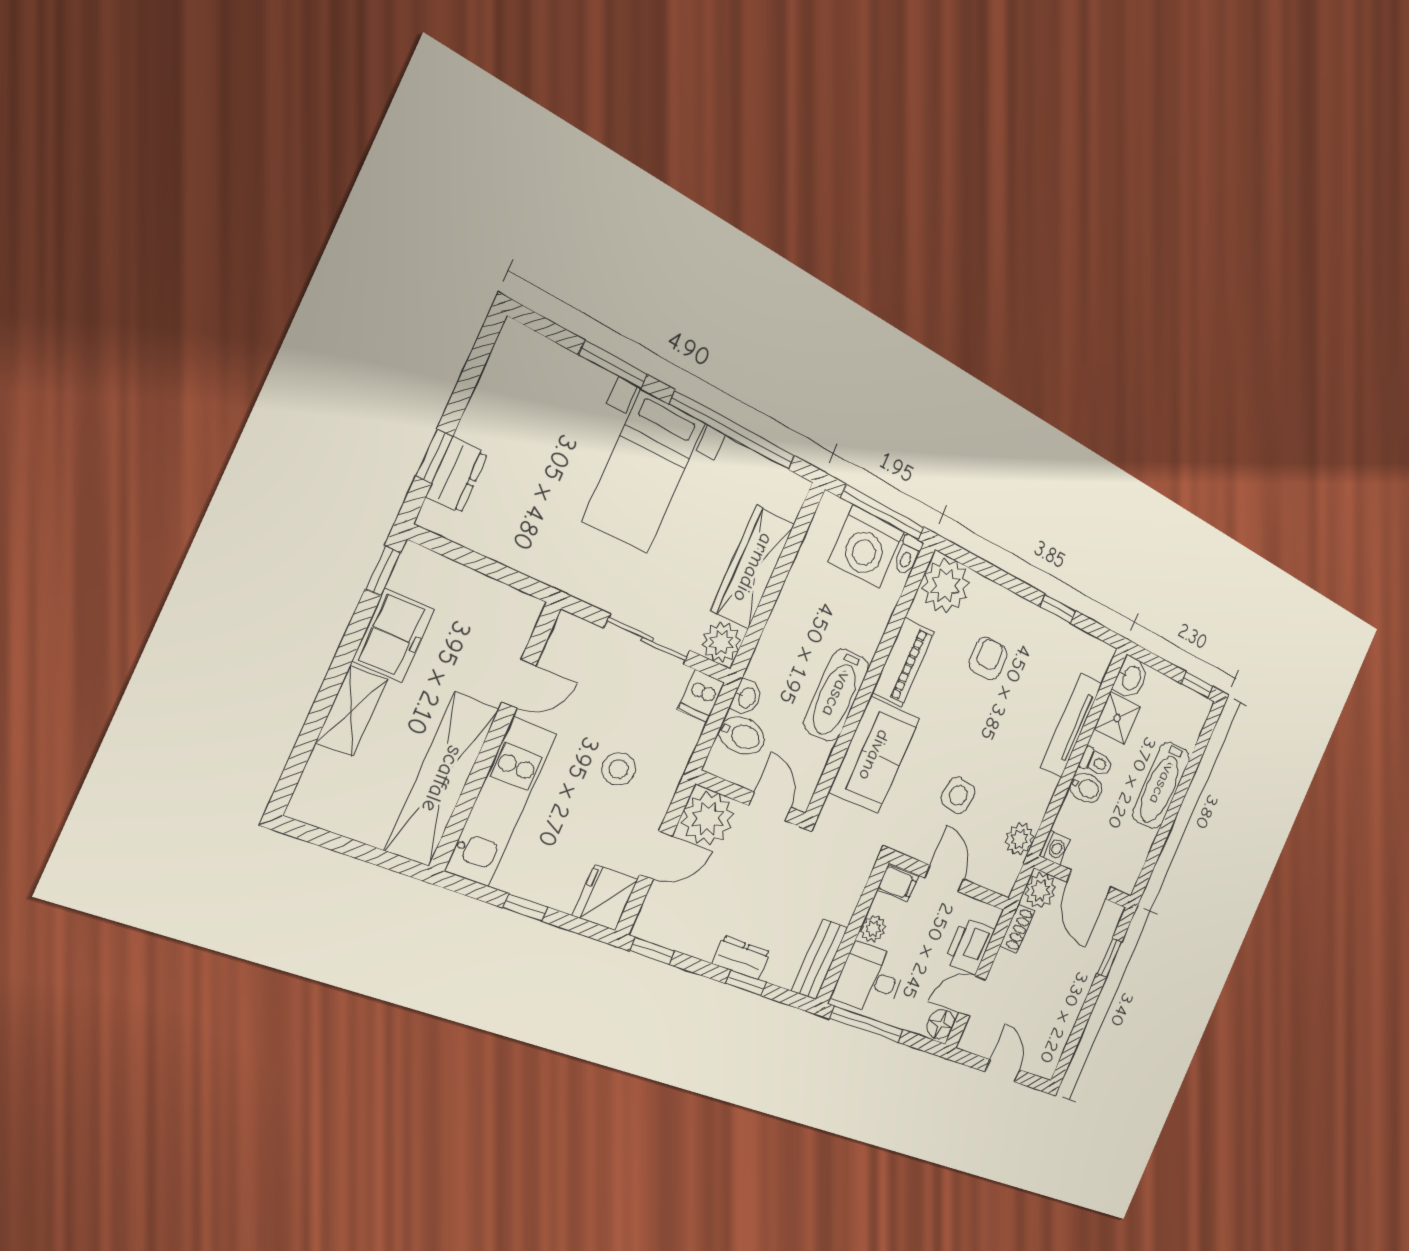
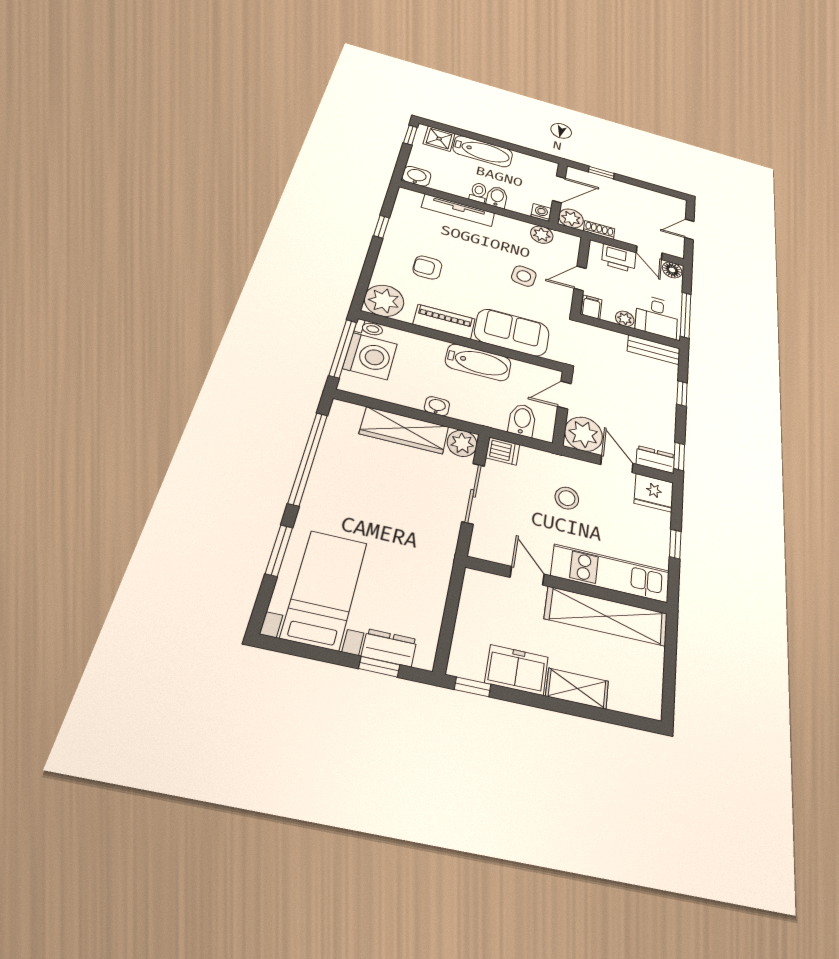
bed with nightstands: (644, 472) -> (325, 589), moved, turned -90
washbasin: (747, 697) -> (437, 406), moved
shower: (1117, 718) -> (439, 139), moved
dresser: (741, 958) -> (655, 459), moved, turned 90

